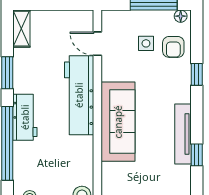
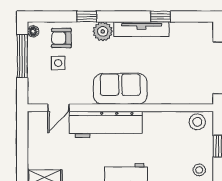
armchair: (173, 47) -> (61, 38), turned 180
plant: (181, 92) -> (103, 31), added
sofa: (118, 122) -> (120, 89), width x0.73

